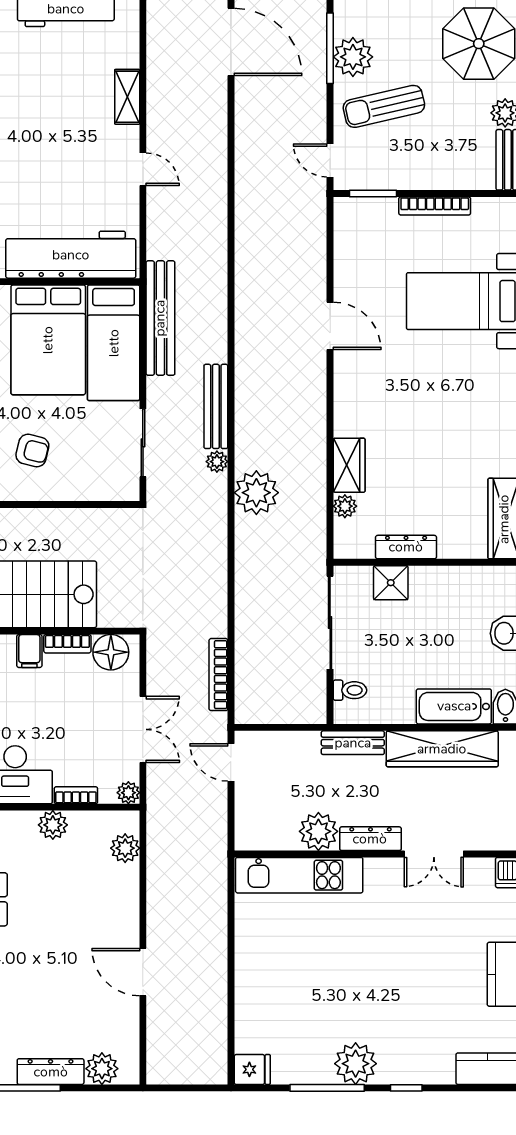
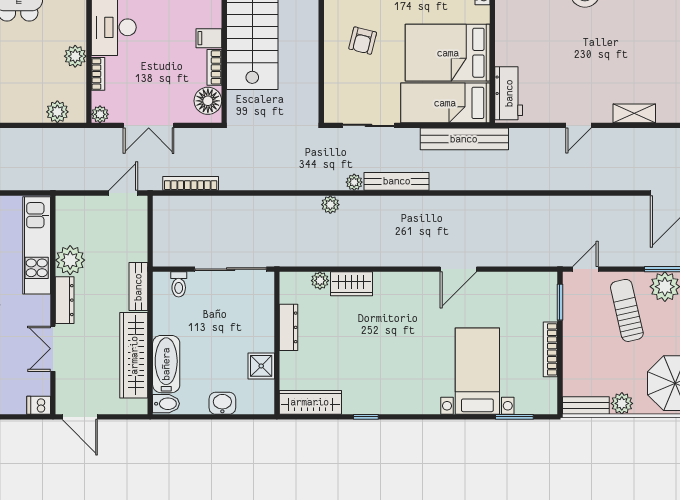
workbench: (71, 255) -> (509, 93), width x0.53, depth x0.76
plant: (256, 493) -> (330, 205), width x0.53, depth x0.53
shower: (391, 583) -> (261, 366), moved

